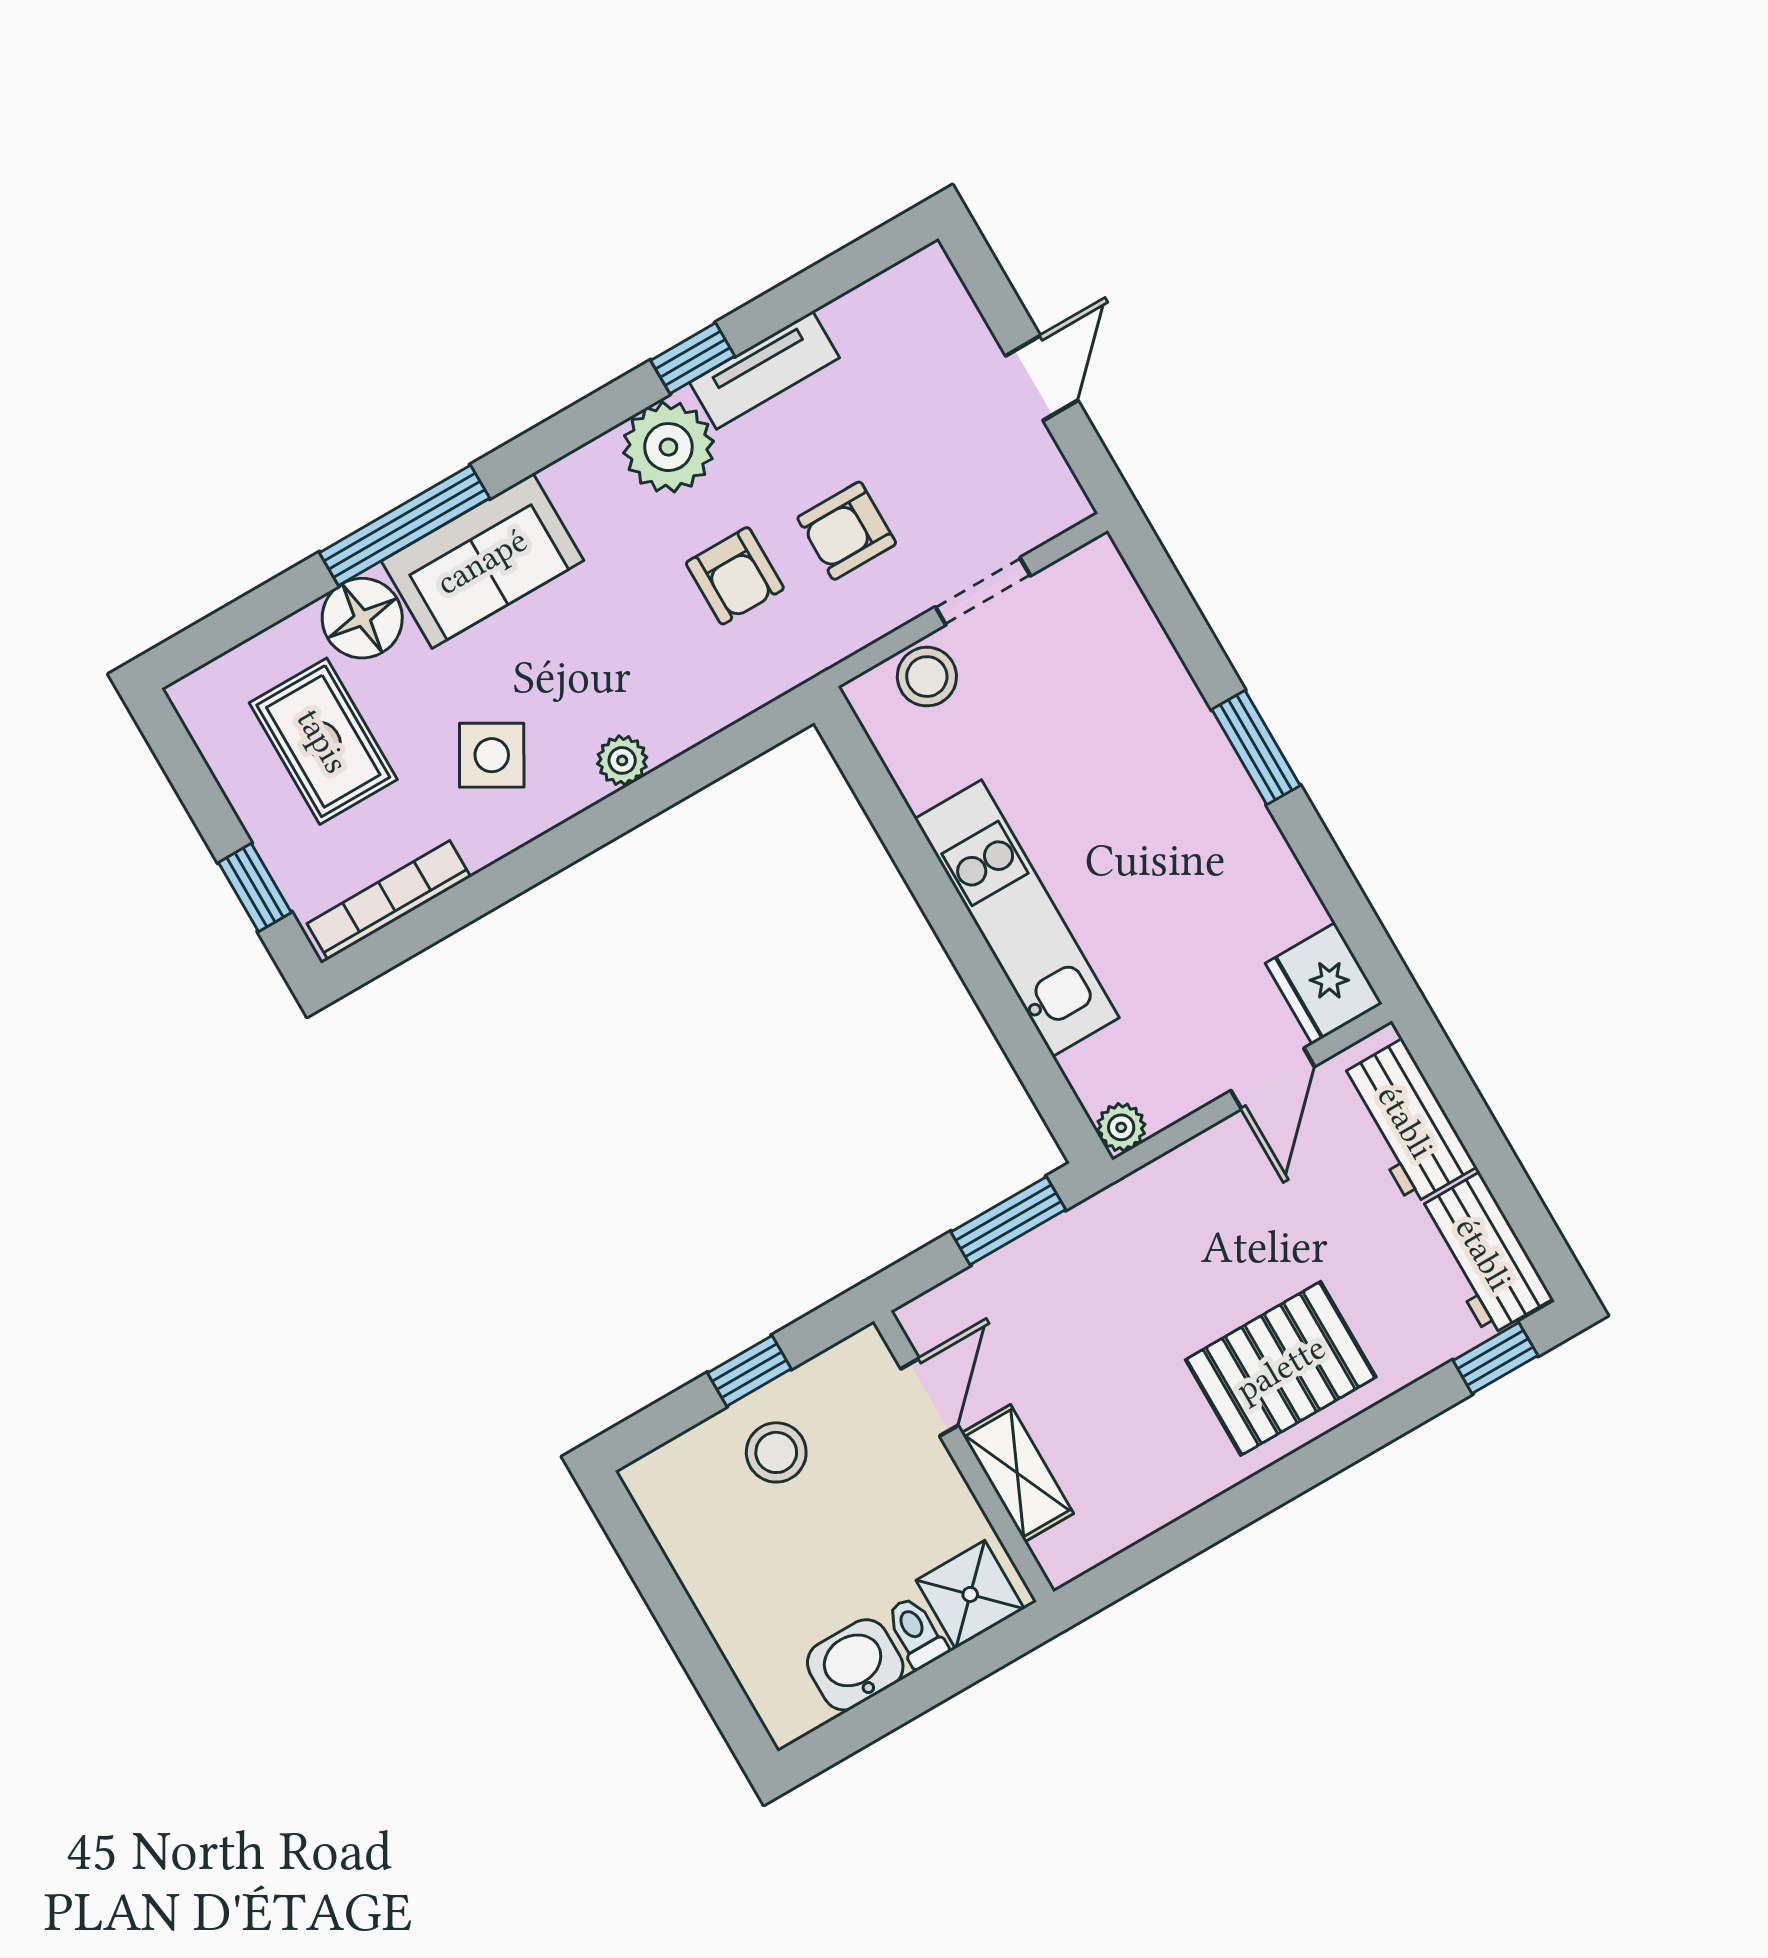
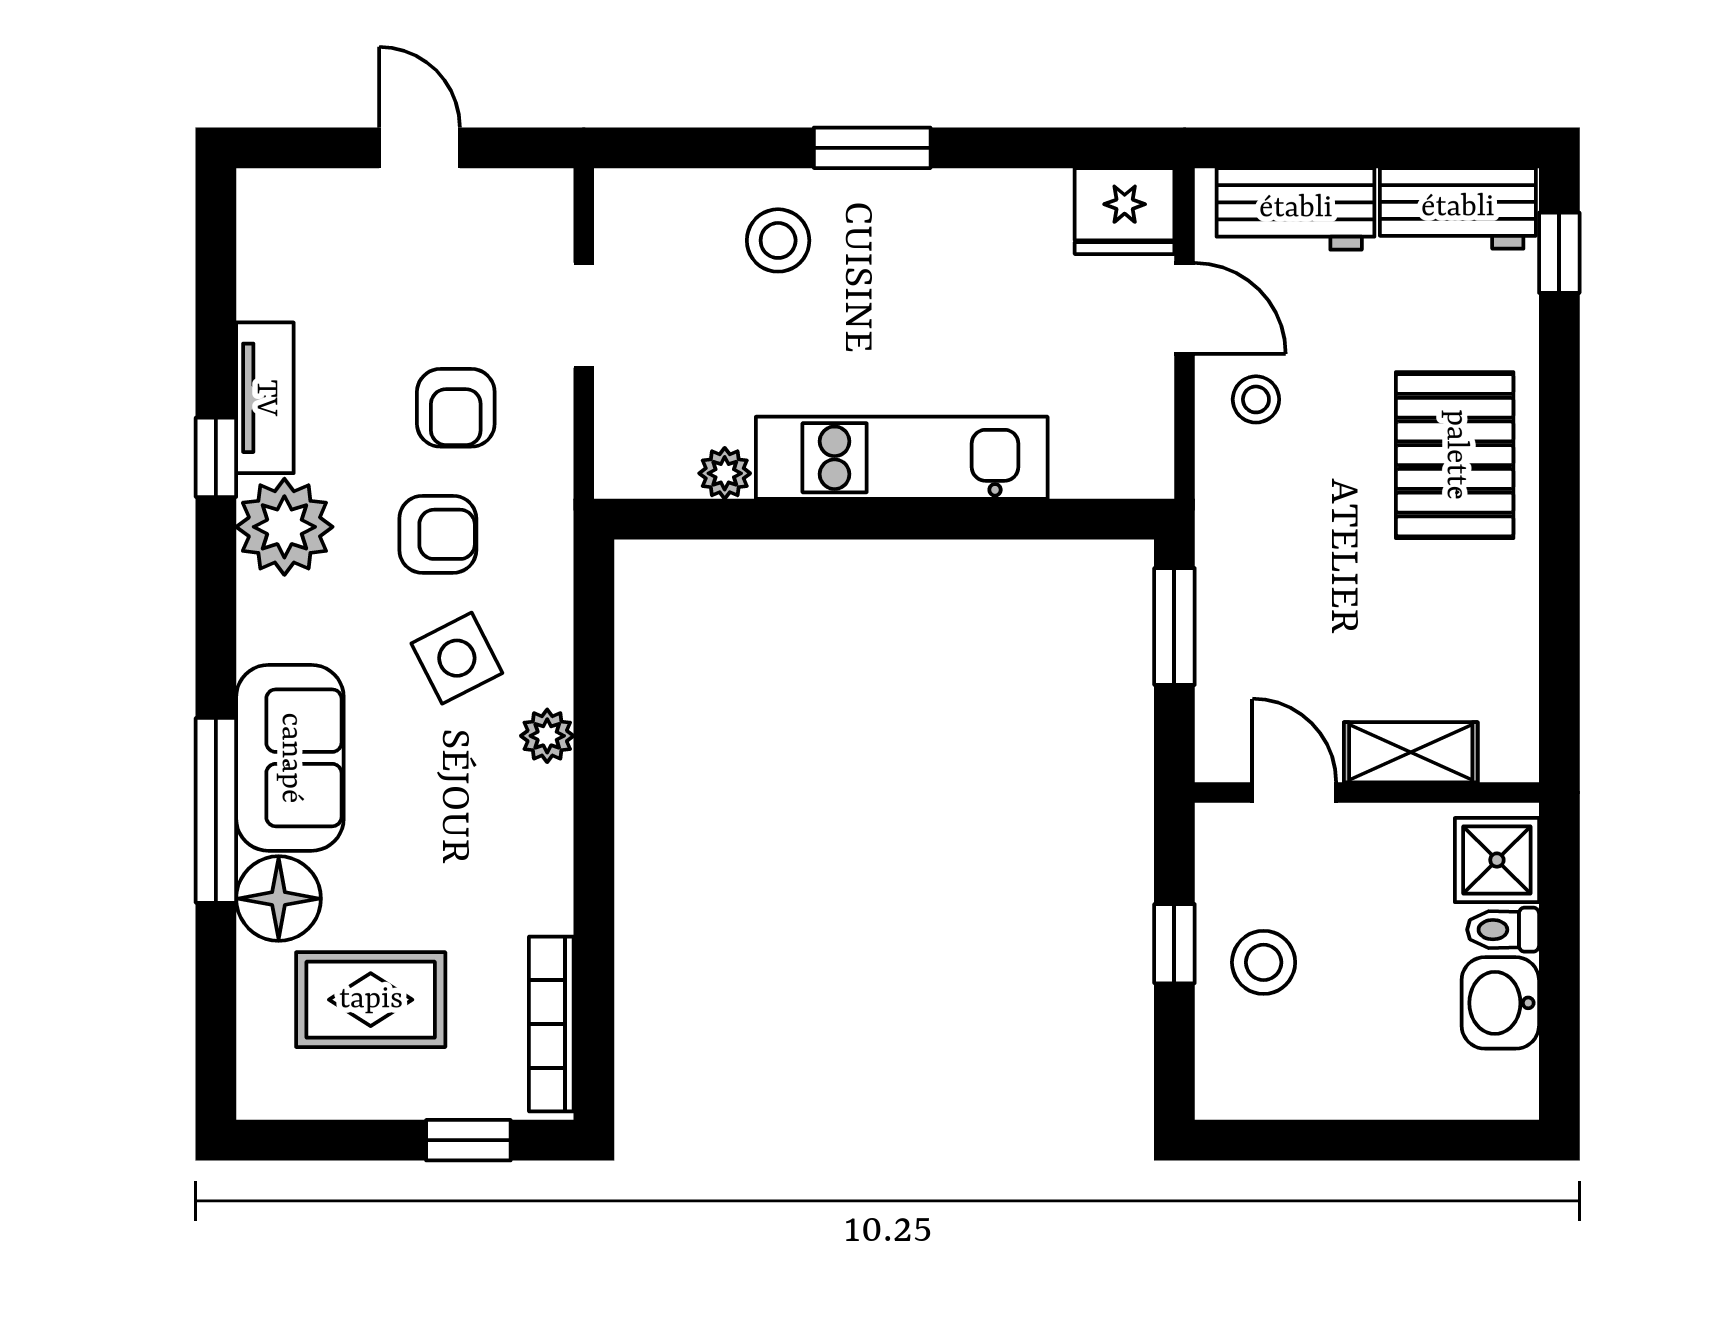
stool: (927, 677) -> (778, 240), moved
side table: (492, 755) -> (457, 658), moved, turned 33
plant: (1121, 1127) -> (725, 473), moved
stool: (1232, 1180) -> (1256, 399), added

